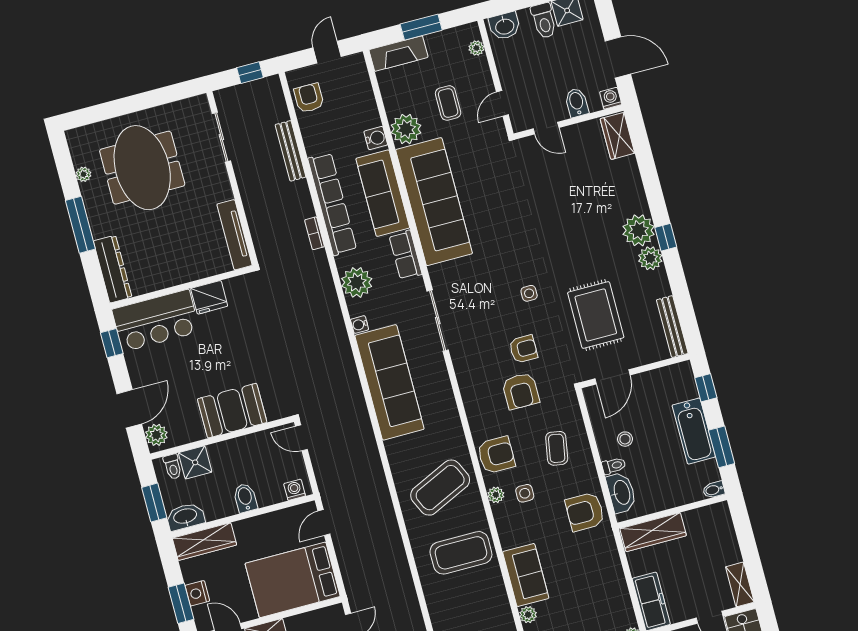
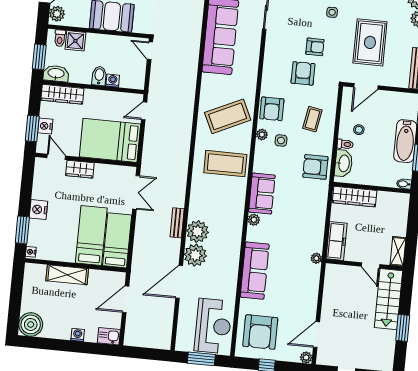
armchair: (521, 391) -> (303, 73), turned 180
armchair: (496, 455) -> (272, 109), turned 90
washing machine: (295, 490) -> (113, 81), moved

